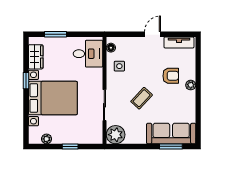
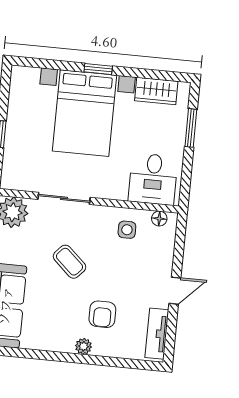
door: (153, 34) -> (175, 291), hinge flipped
window: (26, 81) -> (98, 69), moved
plant: (47, 139) -> (17, 96), removed

